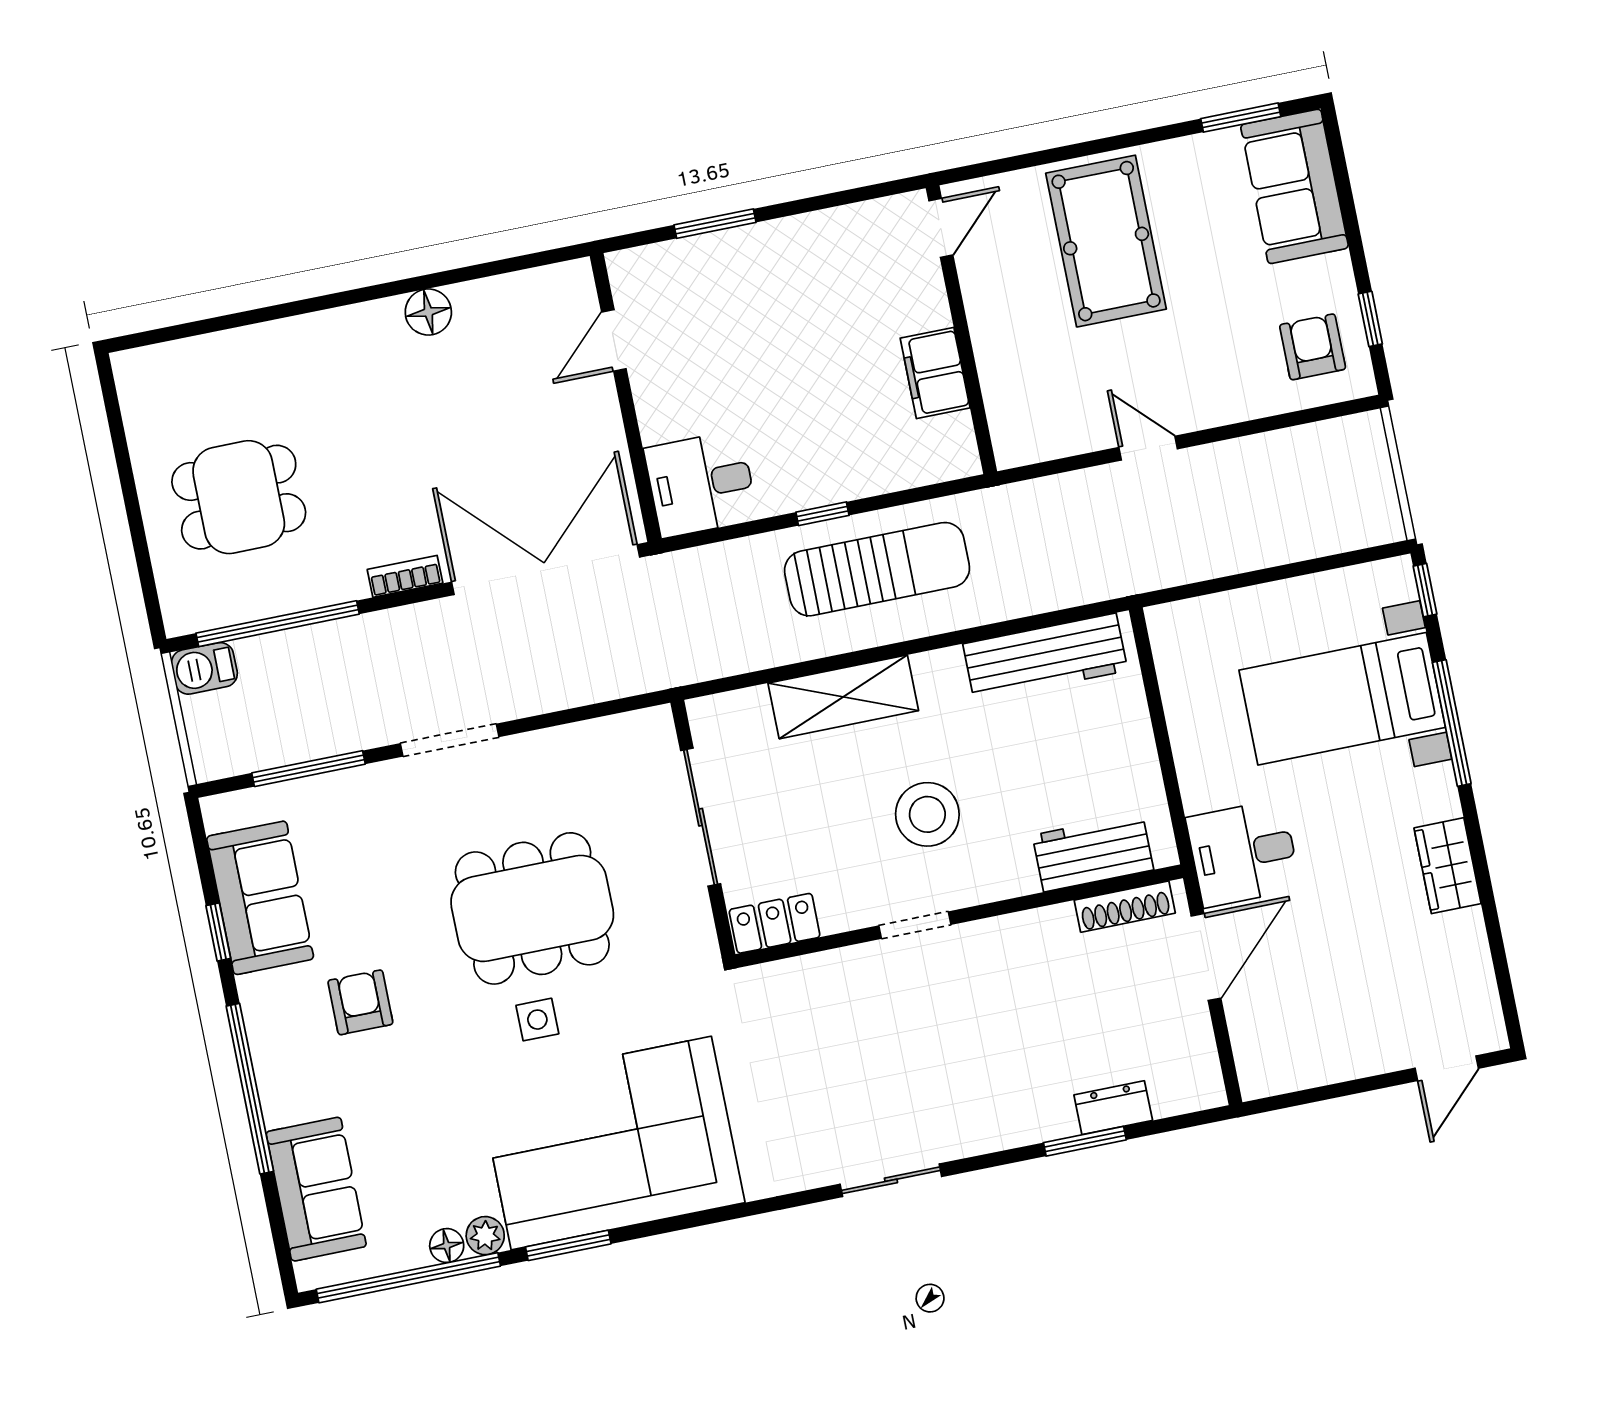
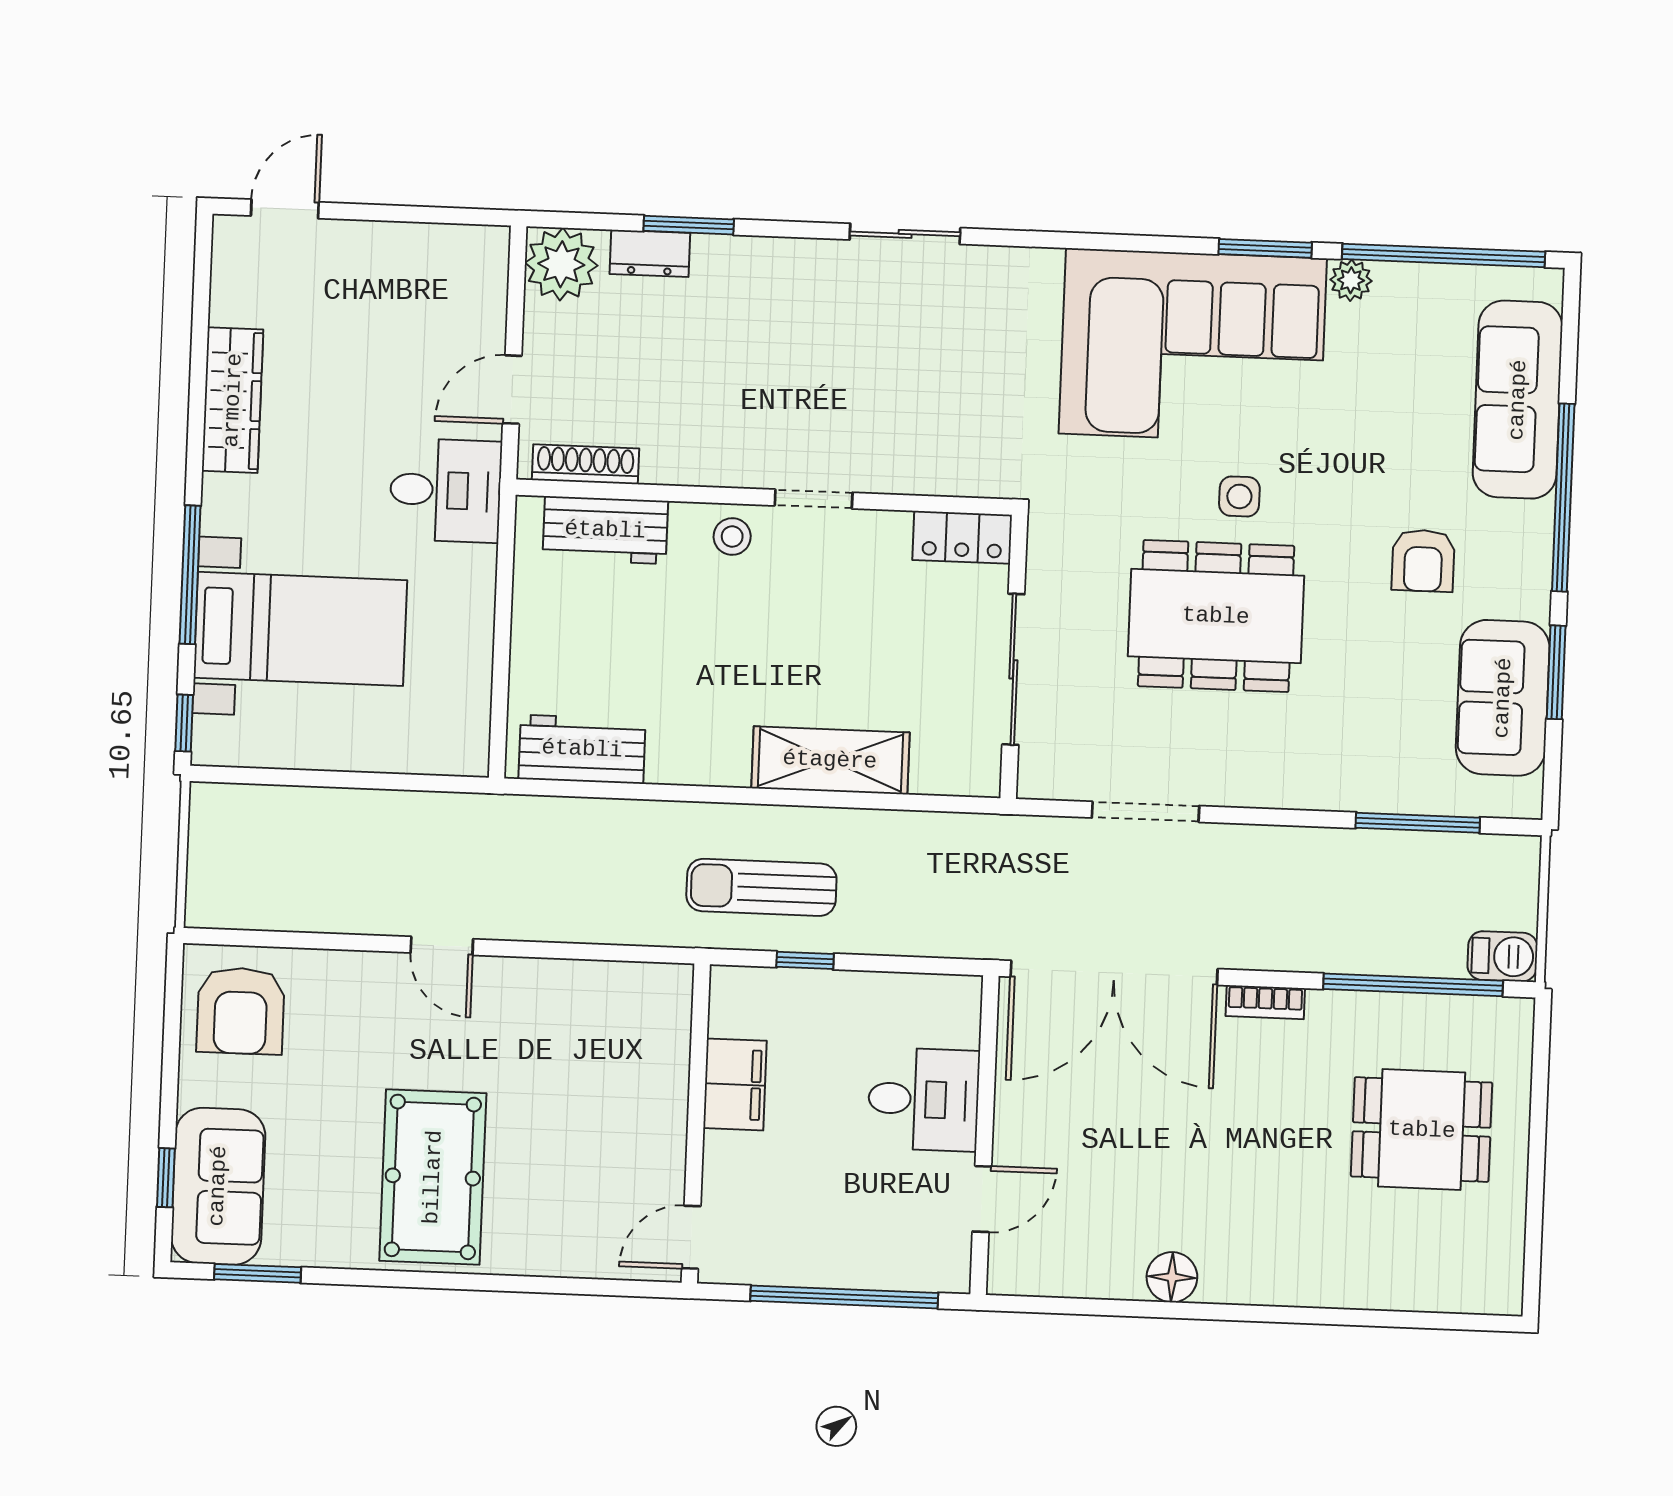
window: (715, 224) -> (844, 1297), width x2.11
door: (941, 228) -> (691, 1237), moved
window: (1370, 319) -> (166, 1178), moved
wall: (961, 330) -> (696, 1124), moved
armchair: (1313, 347) -> (241, 1011), width x1.38, depth x1.38
filing cabinet: (935, 373) -> (735, 1084), moved
desk: (701, 484) -> (924, 1099), moved
sun lounger: (877, 569) -> (761, 887), width x0.73, depth x0.75
workbench: (1045, 657) -> (582, 749), width x0.73
doorway: (450, 740) -> (1145, 812), moved
stool: (927, 814) -> (732, 537), moved, width x0.53, depth x0.53
wardrobe: (1448, 866) -> (233, 400), width x1.50
window: (218, 932) -> (1556, 672), width x1.50
door: (1206, 957) -> (512, 390), width x0.73
plant: (1189, 1079) -> (561, 264), added
sofa: (316, 1189) -> (1518, 400), width x1.36
floor lamp: (447, 1246) -> (1394, 280), removed

